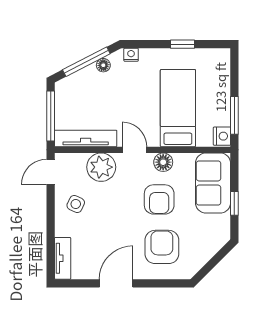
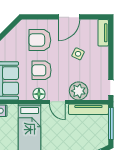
armchair: (159, 199) -> (42, 70), turned -90
side table: (76, 204) -> (78, 54), moved
armchair: (162, 247) -> (40, 40), turned 90

